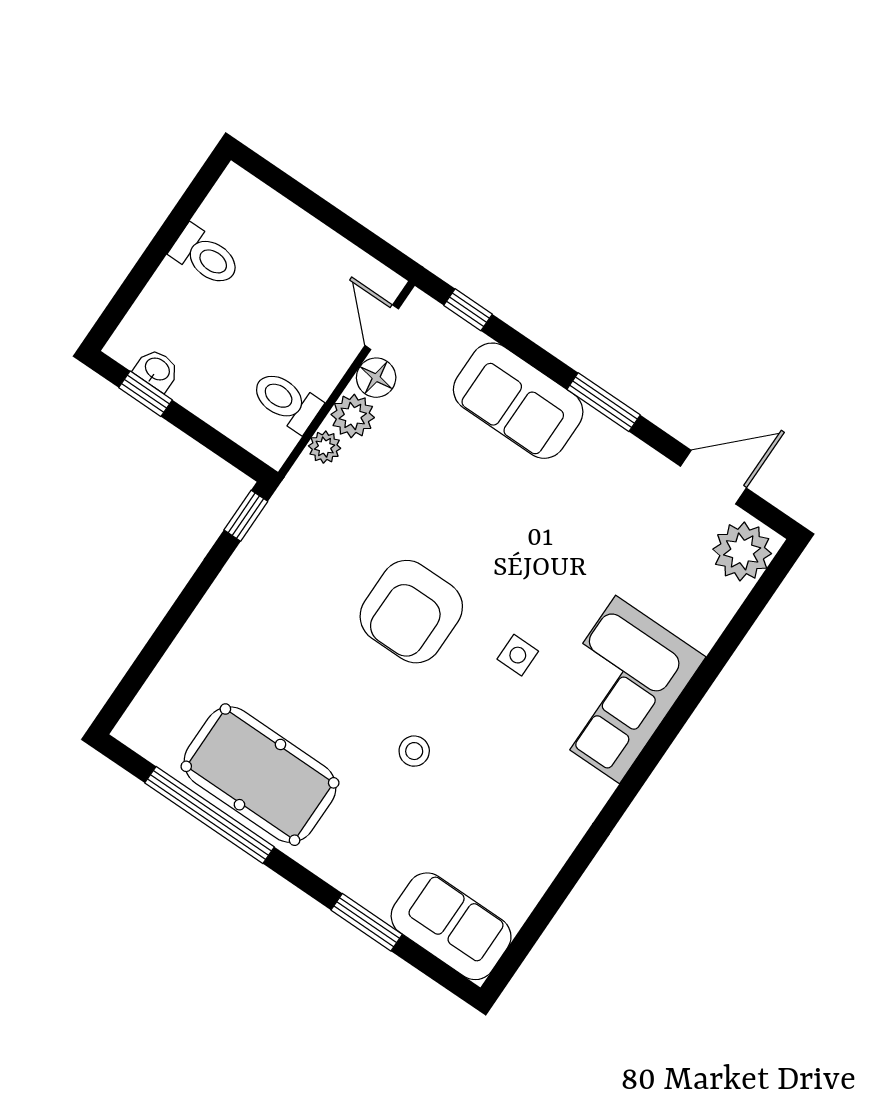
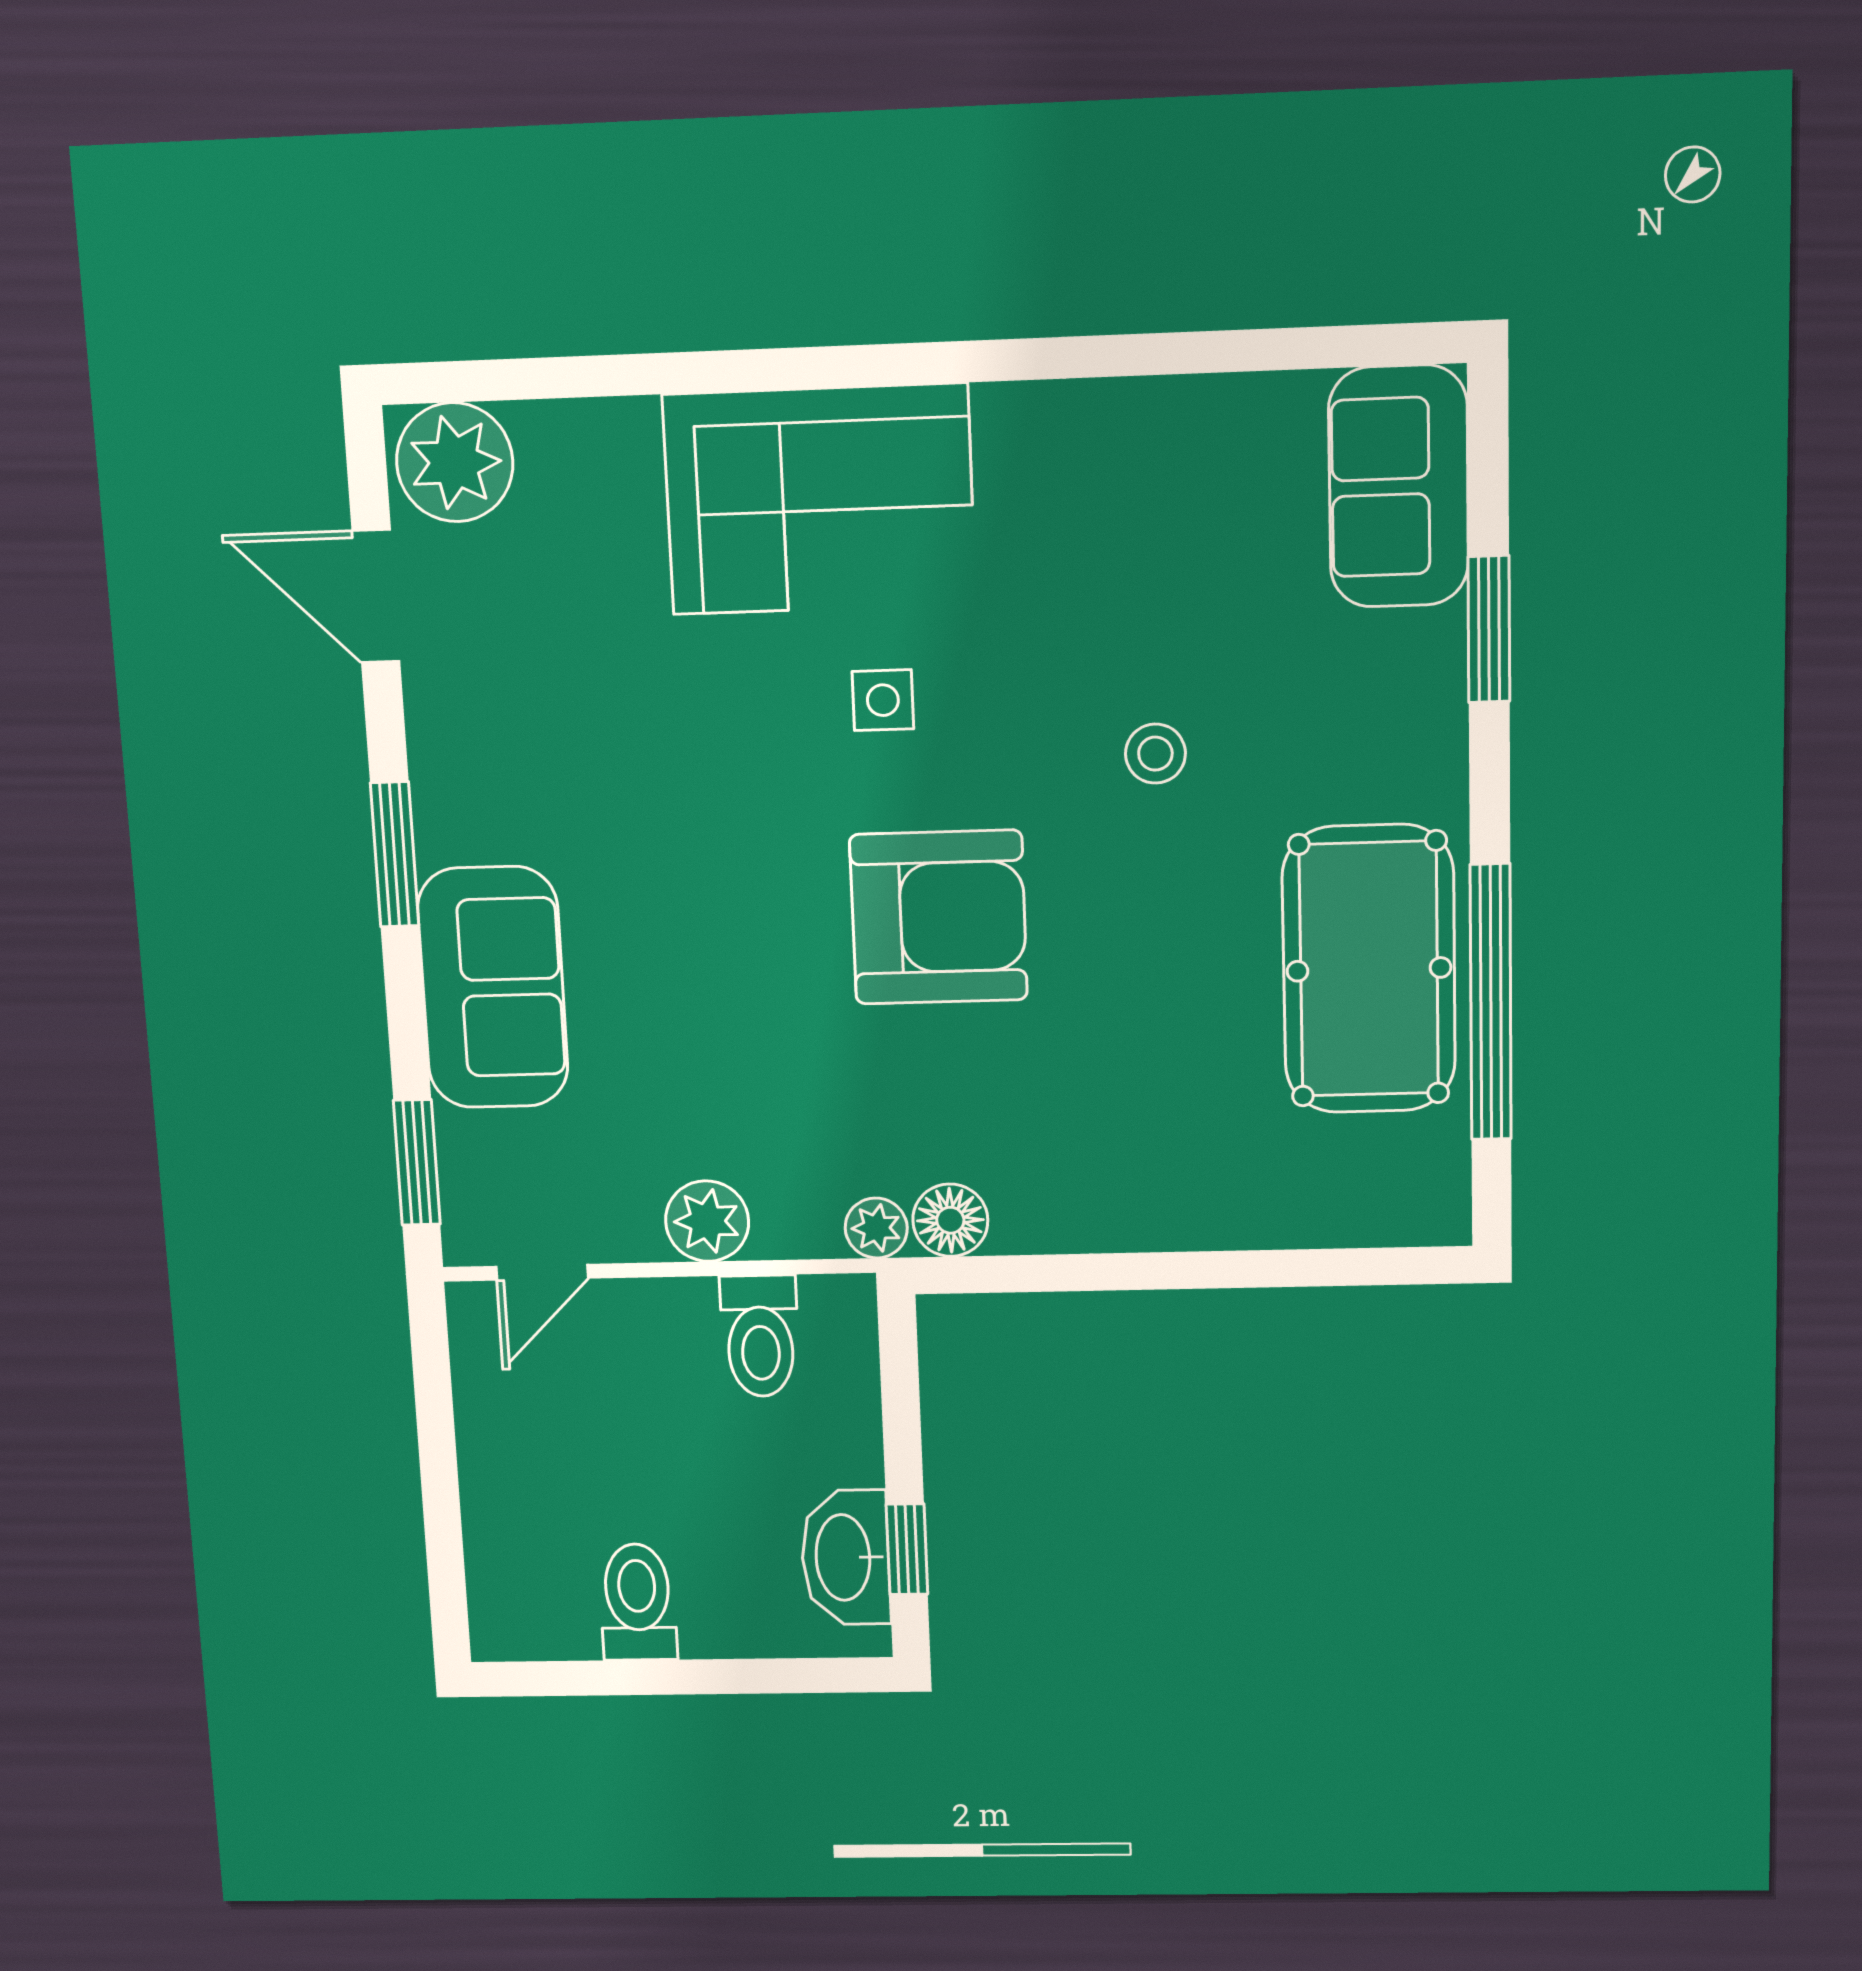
window: (468, 310) -> (417, 1162), width x1.50
washbasin: (157, 370) -> (845, 1557), width x1.91, depth x1.45
floor lamp: (376, 378) -> (950, 1220), moved
plant: (325, 447) -> (876, 1228), moved
window: (246, 516) -> (979, 1275), removed

